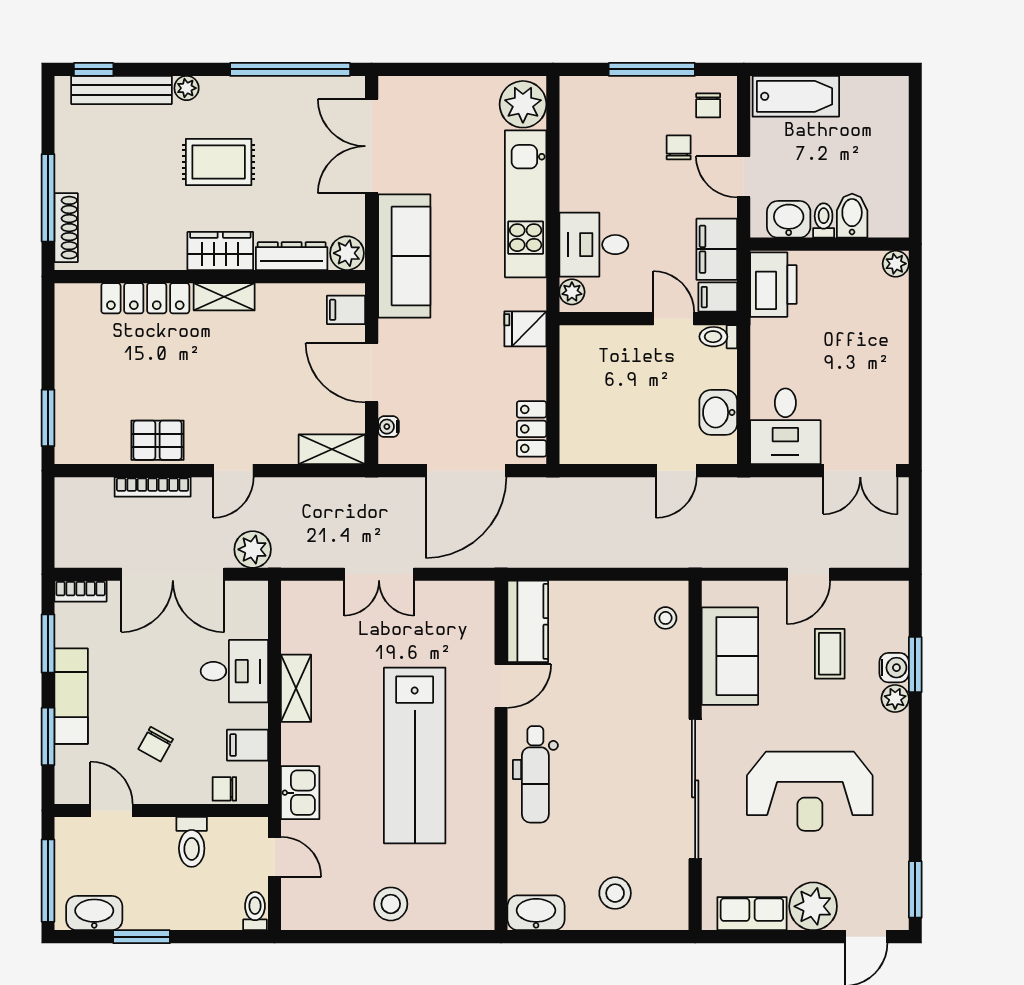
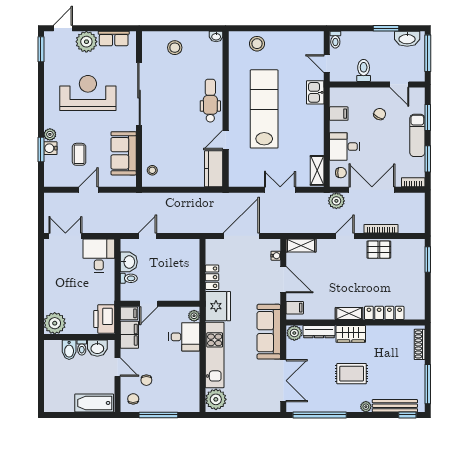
window: (48, 198) -> (428, 384), moved
plant: (896, 264) -> (55, 323), width x1.88, depth x1.88
door: (674, 319) -> (149, 304), hinge flipped
fridge: (525, 329) -> (218, 306), width x1.88, depth x1.34
toilet: (718, 337) -> (129, 278), moved
locker: (532, 429) -> (212, 277), moved
shelving: (296, 688) -> (317, 170), moved
chair: (224, 789) -> (341, 173), moved
stool: (391, 904) -> (257, 44), moved
washbasin: (536, 913) -> (216, 36), width x0.52, depth x0.69

